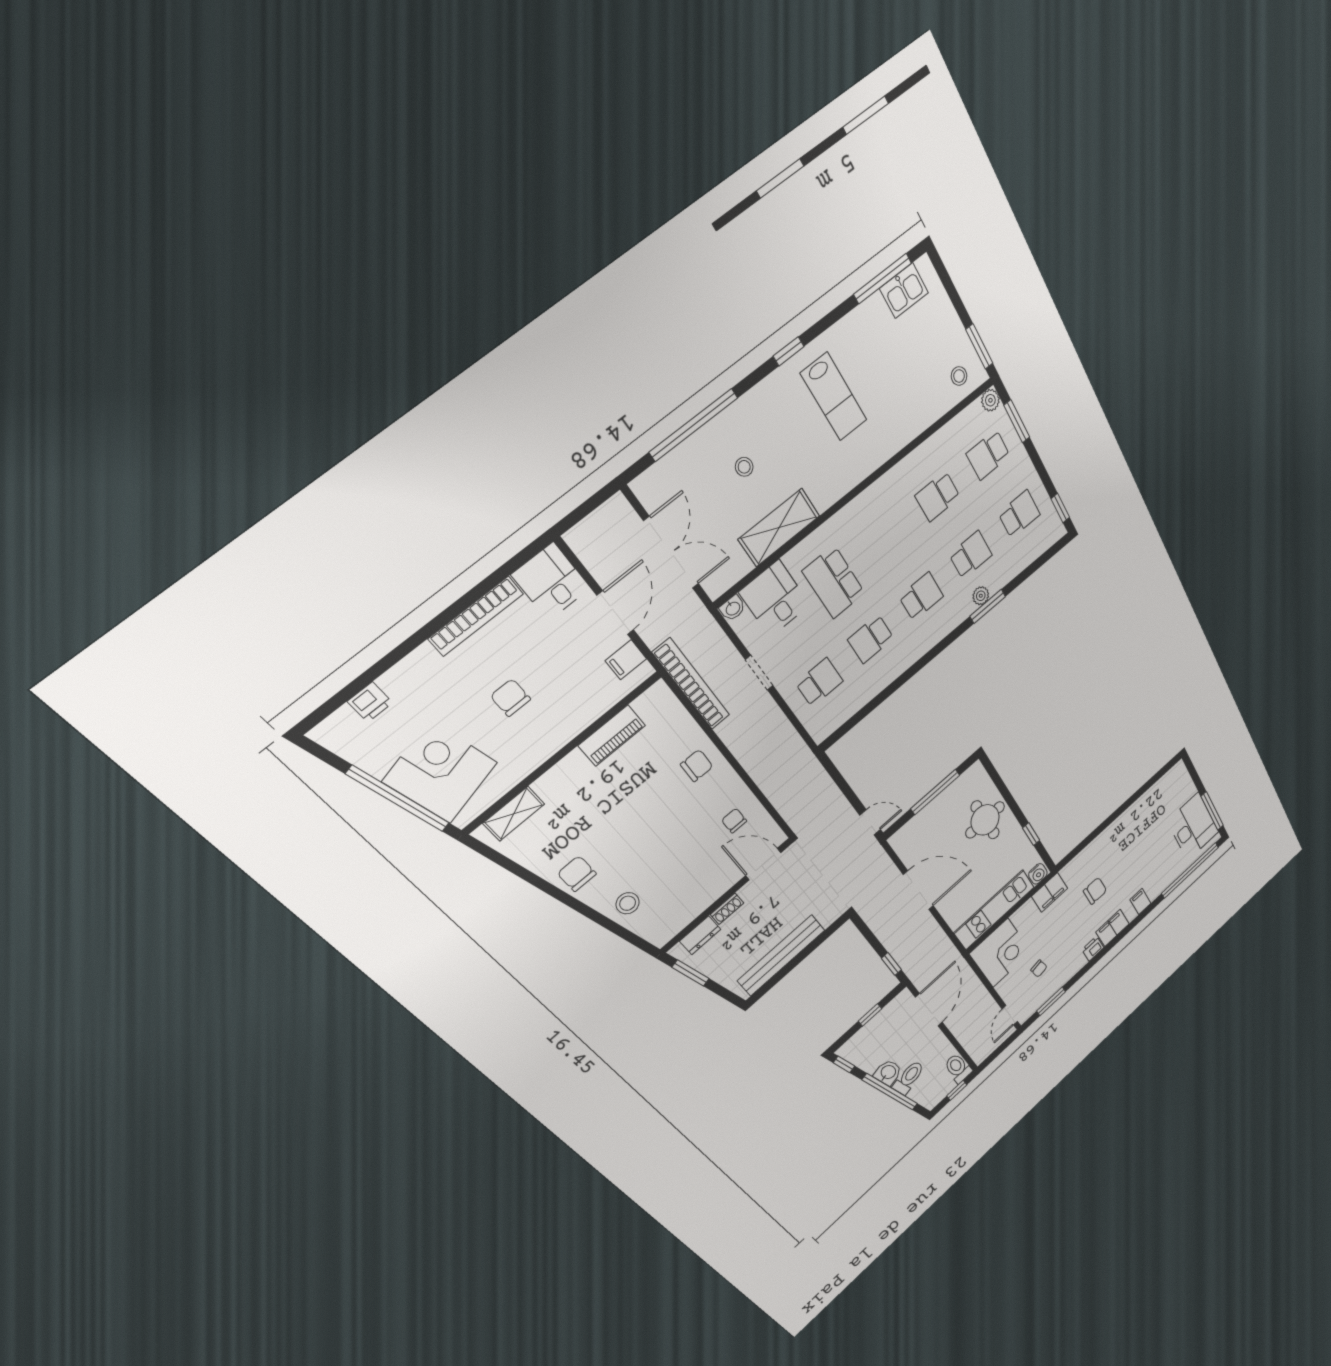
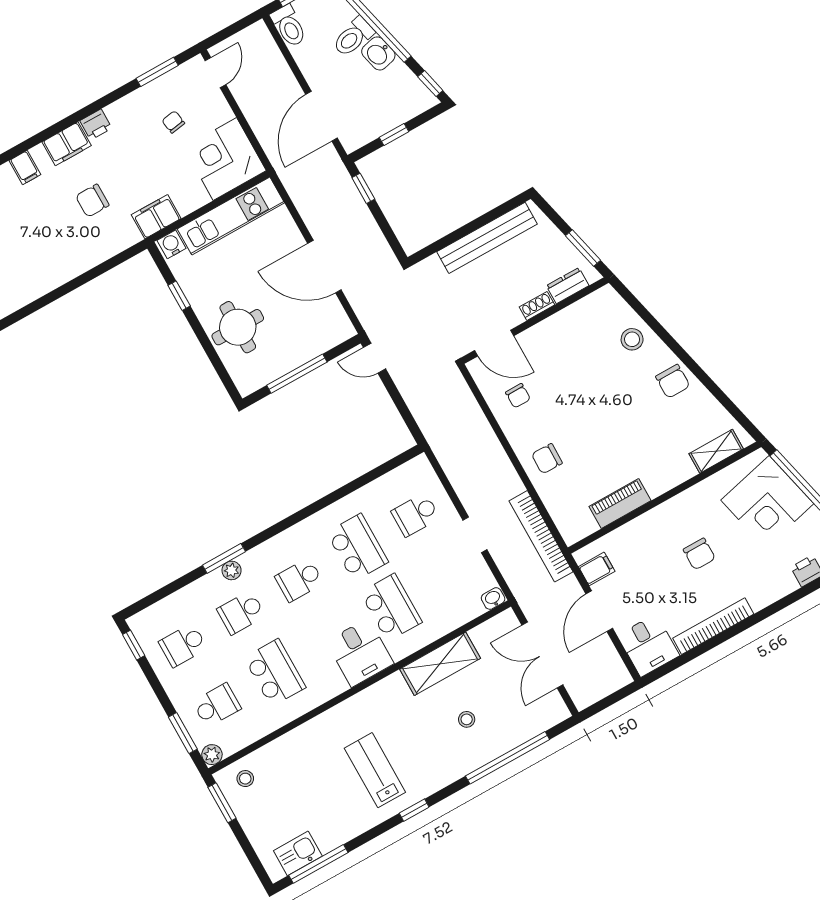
school desk: (938, 496) -> (275, 673), width x1.85
desk: (775, 599) -> (360, 653), moved
school desk: (871, 639) -> (357, 547), width x1.85

